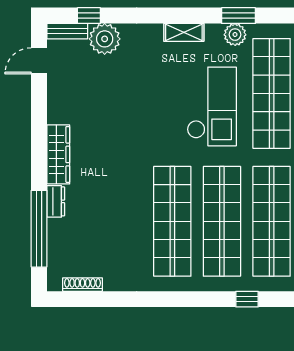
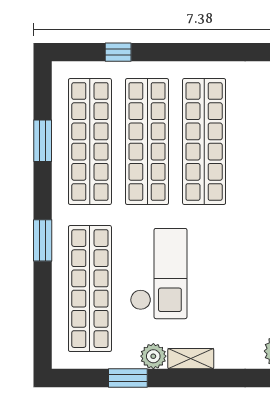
plant: (235, 35) -> (153, 356), moved
checkout: (212, 106) -> (159, 274), turned 180

